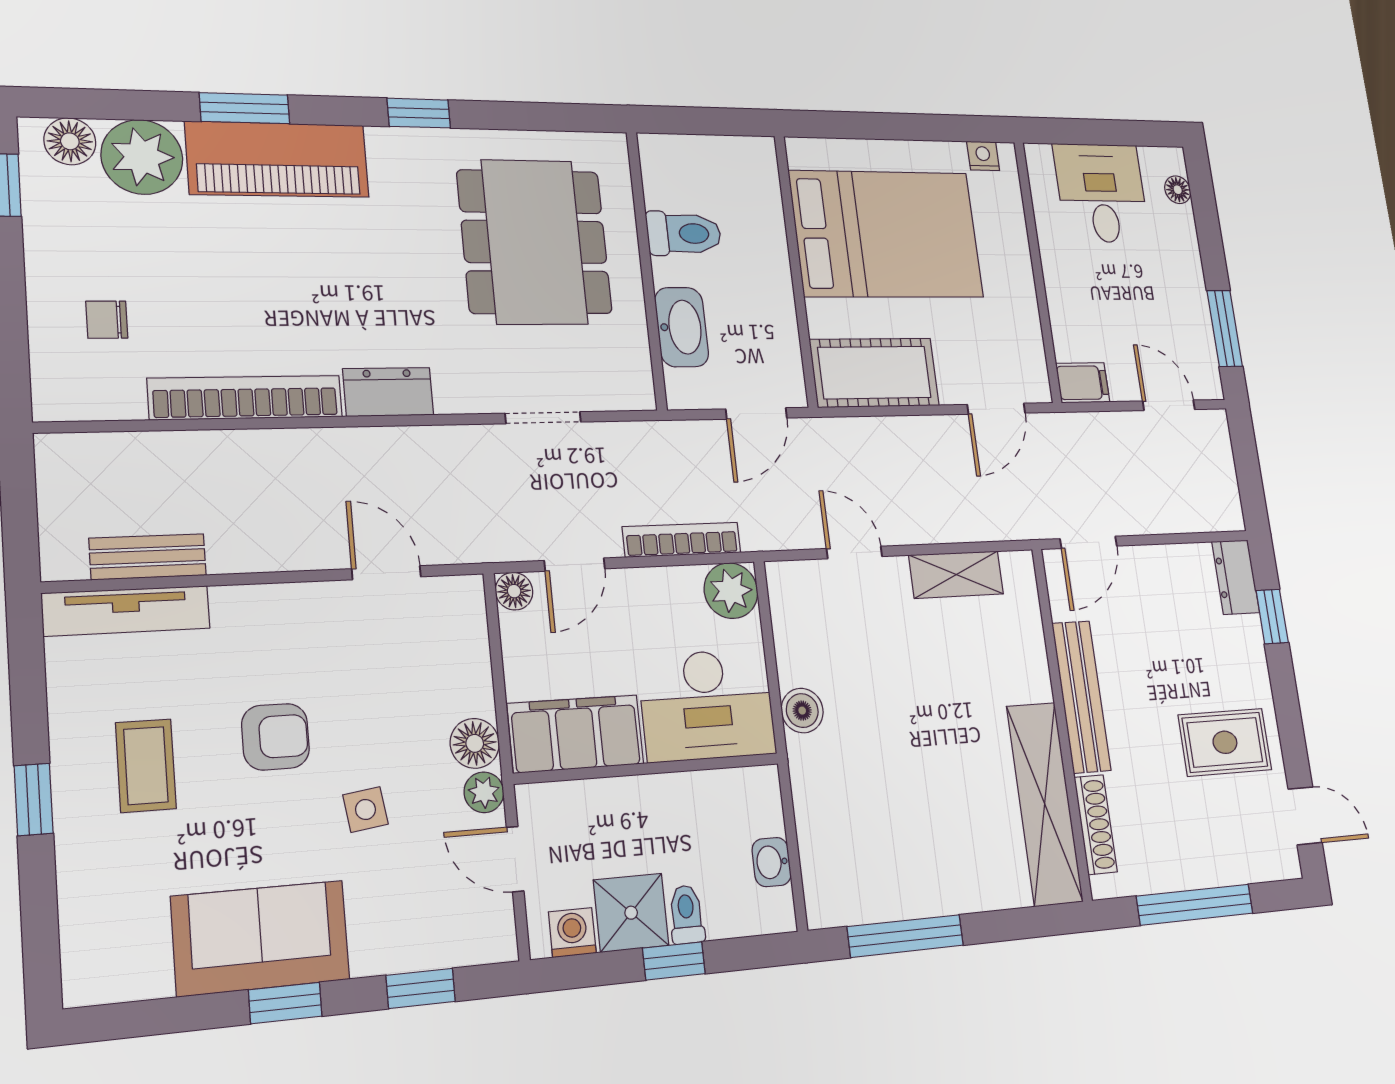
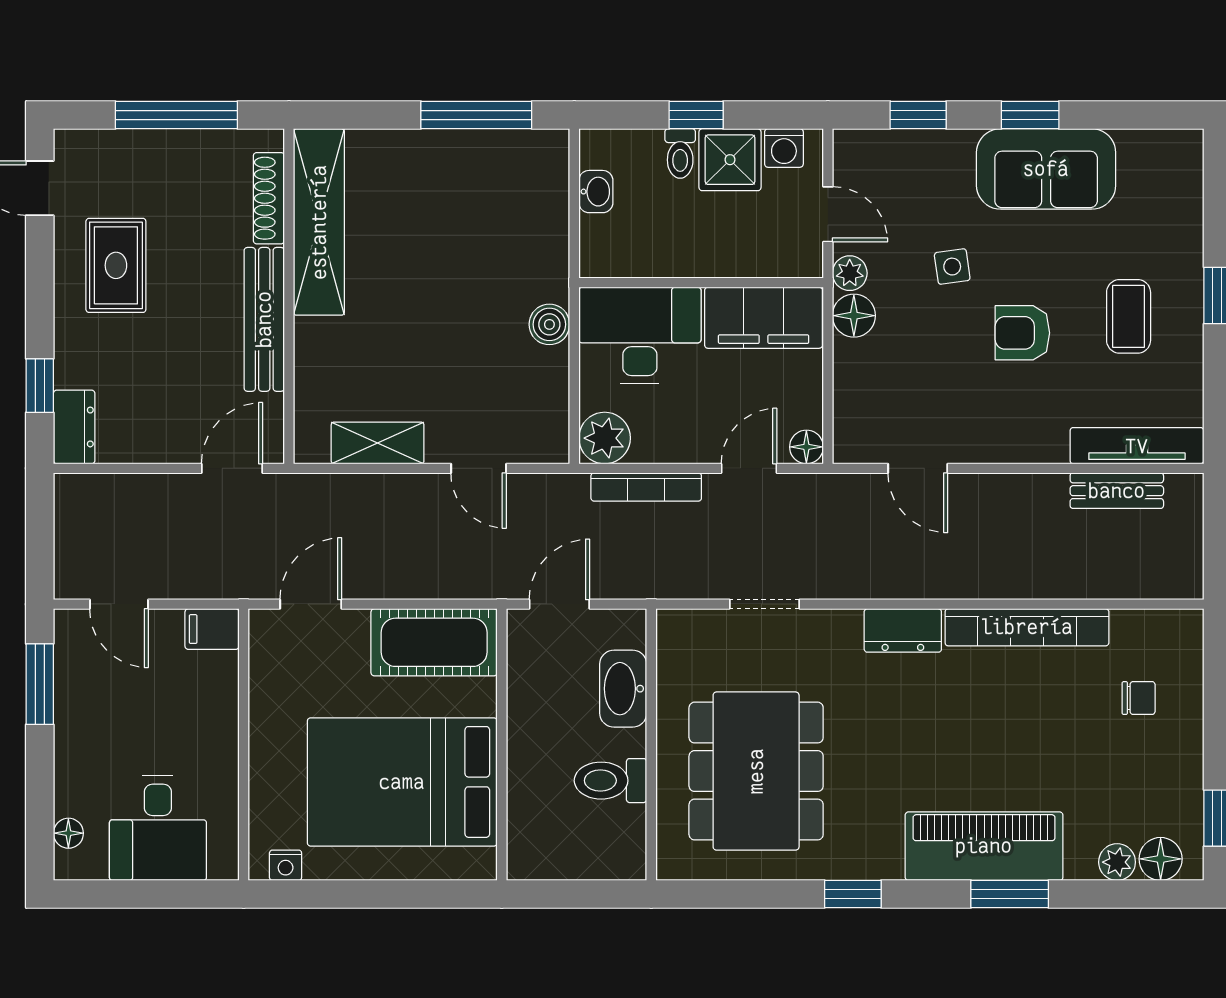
plant: (142, 157) -> (1117, 862), width x0.53, depth x0.53
rug: (1225, 742) -> (116, 265), turned 90

